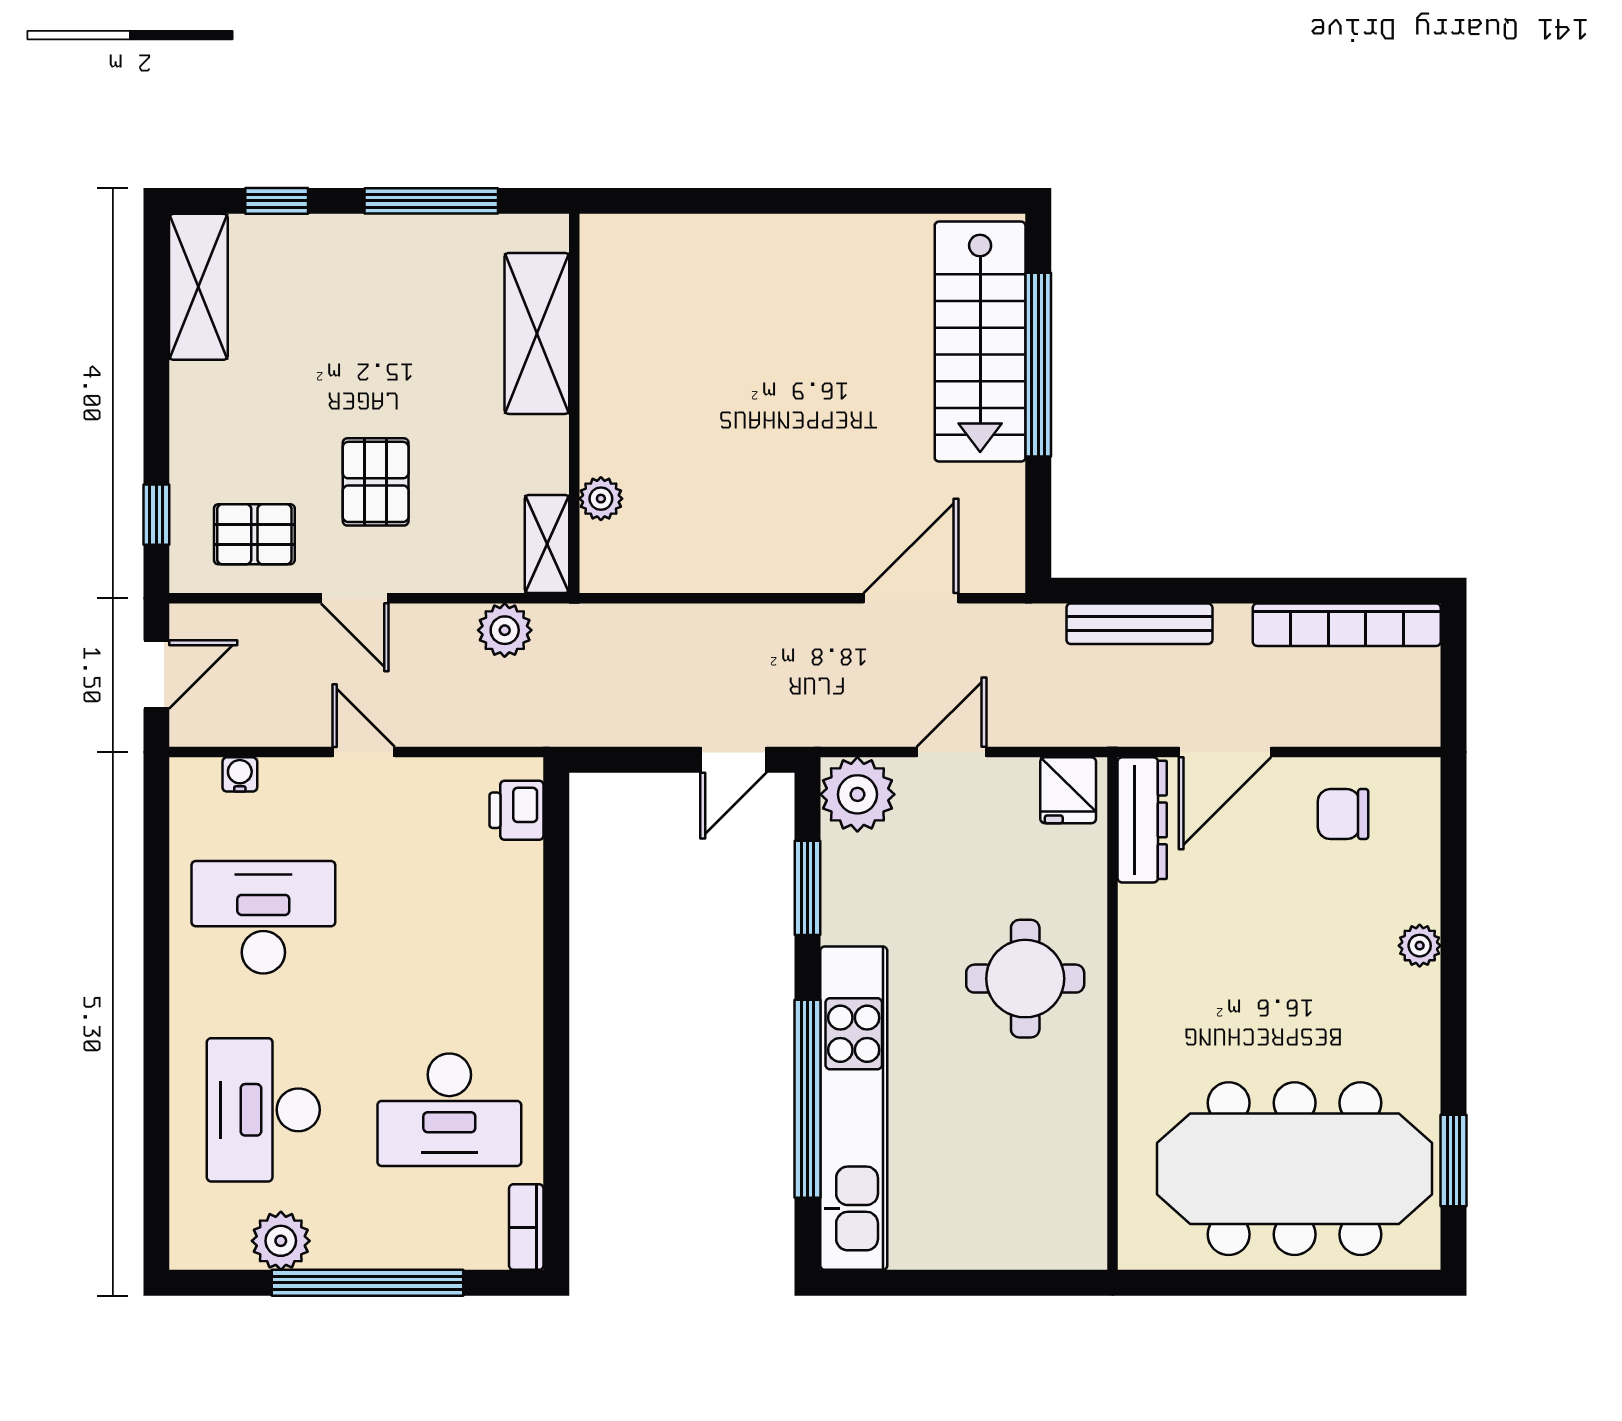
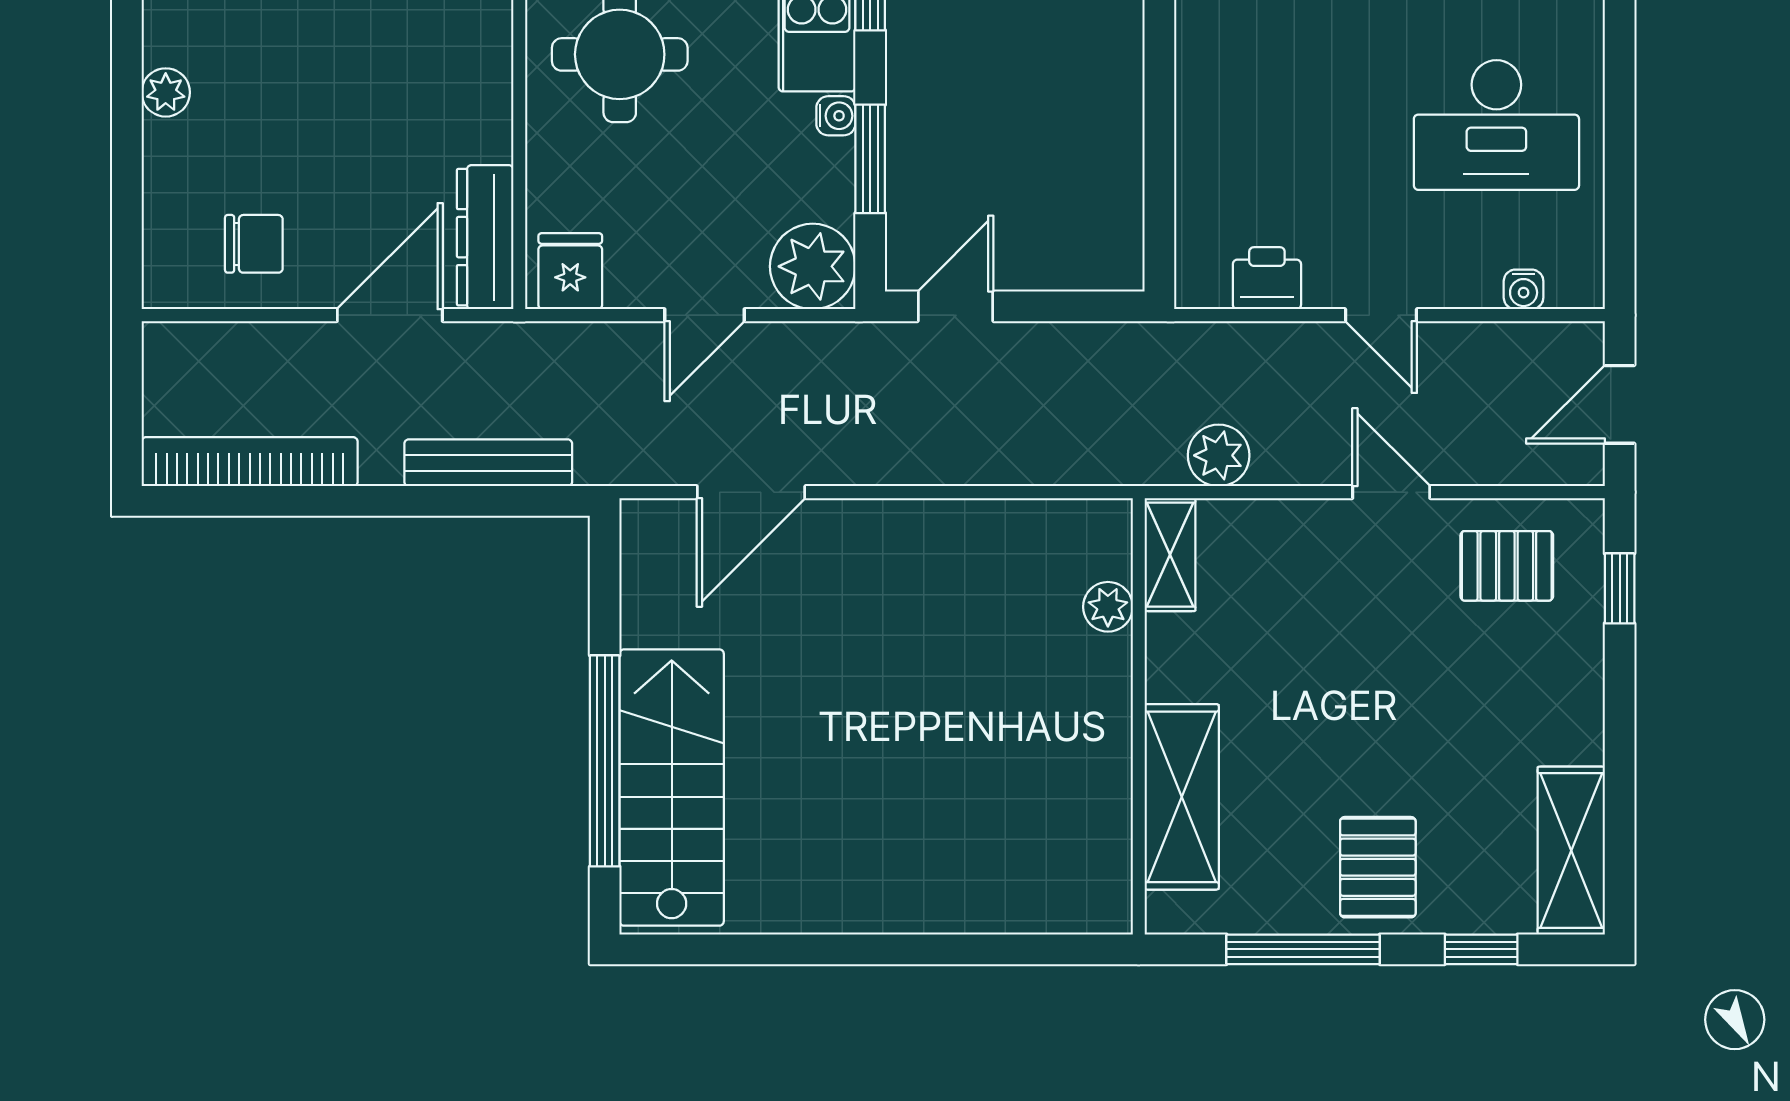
pallet: (376, 482) -> (1378, 867), moved
printer: (517, 810) -> (1267, 278), moved, turned -90
water cooler: (837, 925) -> (836, 116), added

